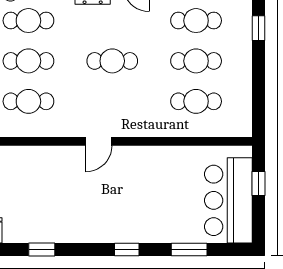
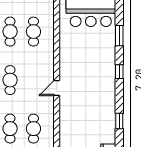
door: (99, 141) -> (57, 88), swing flipped

